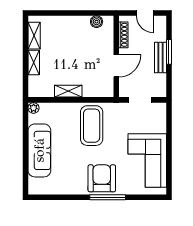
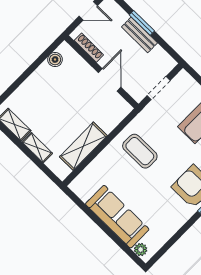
shelving: (68, 91) -> (83, 146), width x1.50, depth x1.33
plant: (34, 108) -> (141, 250), moved
coffee table: (92, 126) -> (140, 151), width x0.73, depth x0.76

